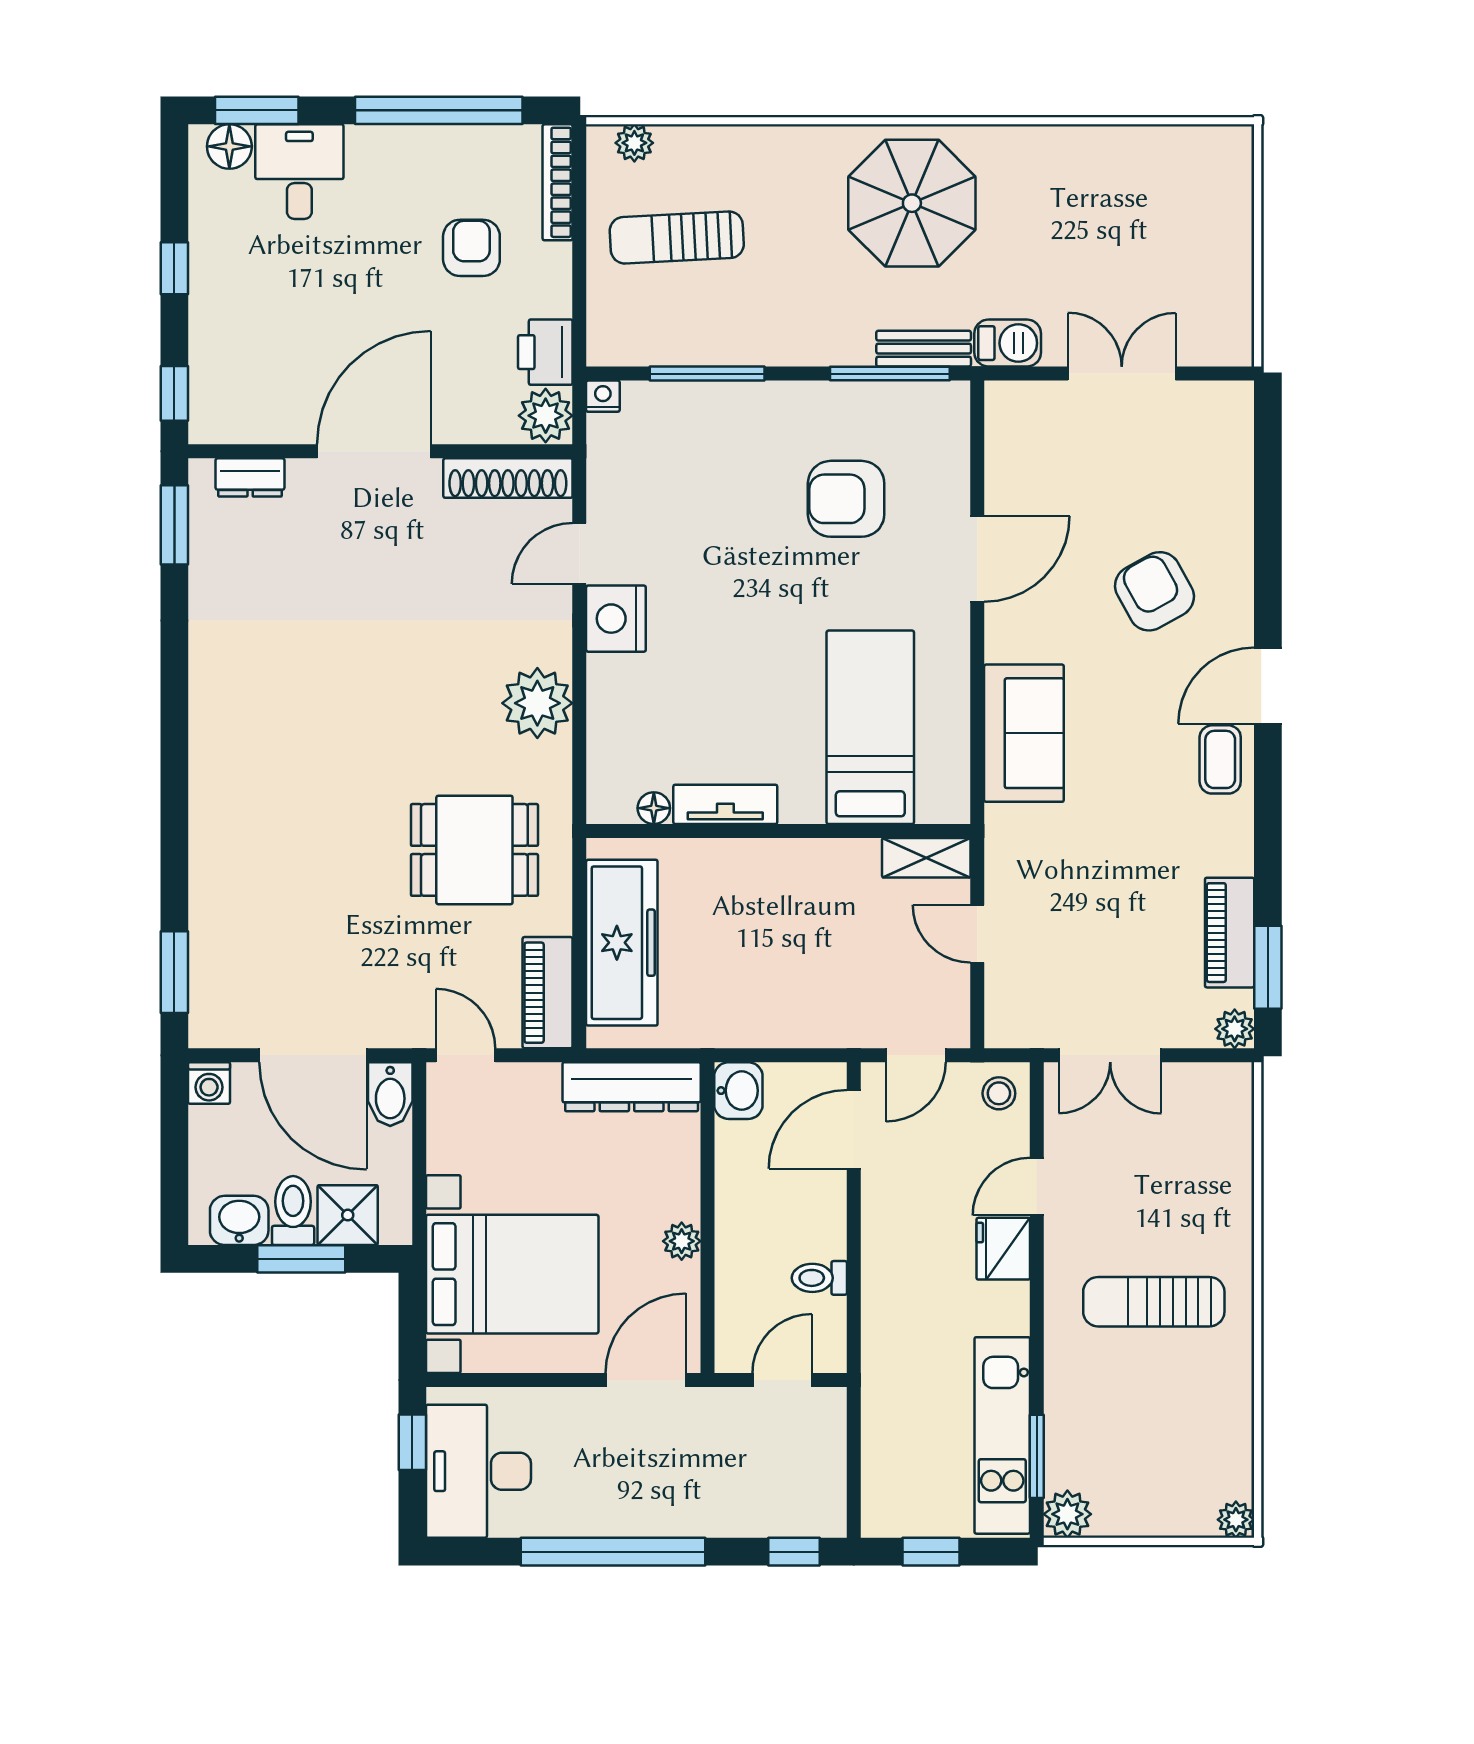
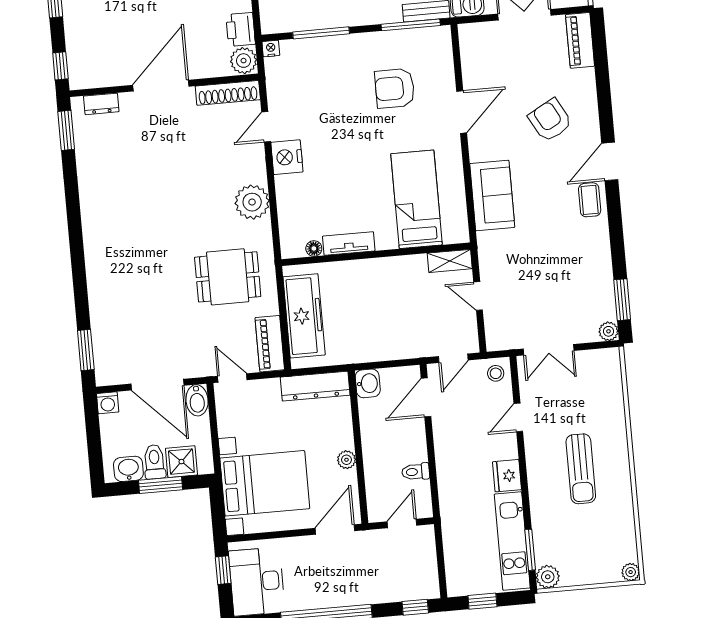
piano: (1230, 933) -> (580, 40), moved
fridge: (1003, 1249) -> (507, 476), moved
sun lounger: (1154, 1302) -> (581, 469), turned -90

